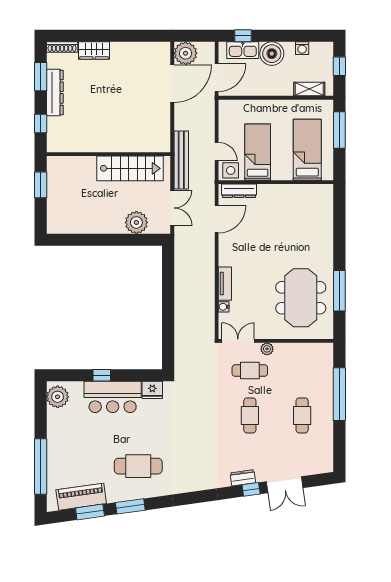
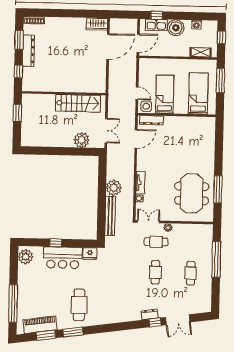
wardrobe: (94, 51) -> (97, 24), moved
plant: (186, 53) -> (114, 188), moved
bench: (181, 160) -> (110, 216), moved
cafe table: (138, 466) -> (79, 305), turned 90

